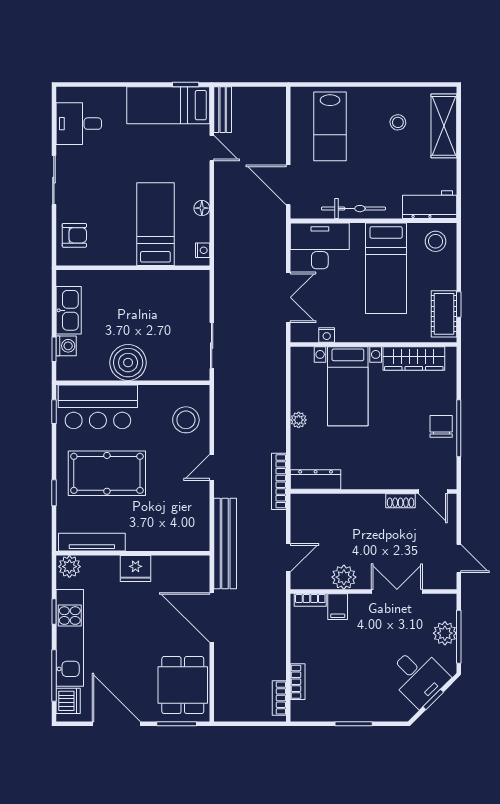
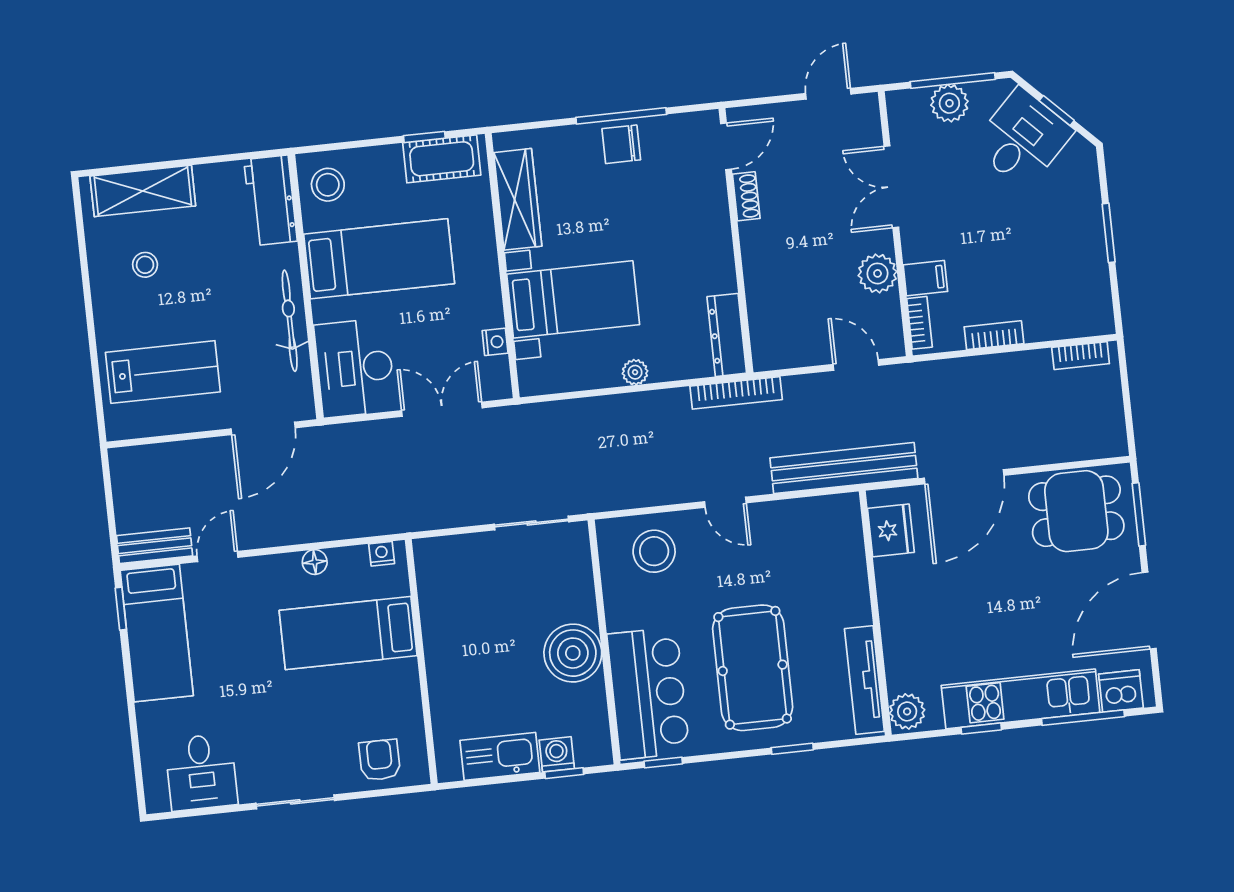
fridge: (136, 568) -> (891, 530), moved
bookcase: (298, 682) -> (994, 335), moved

